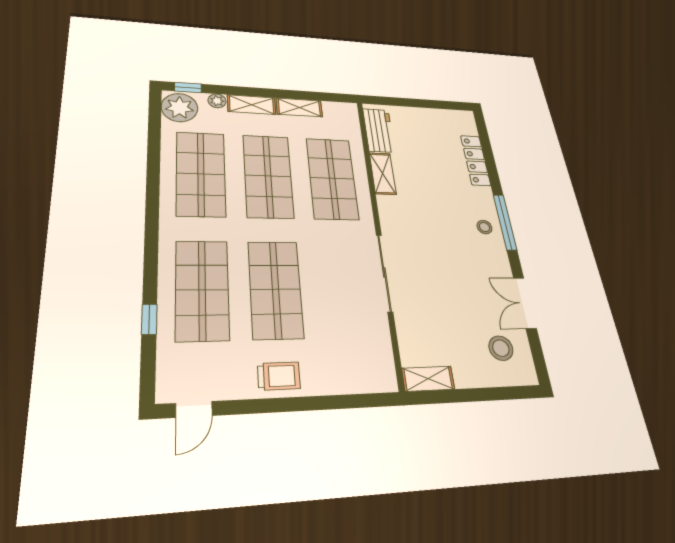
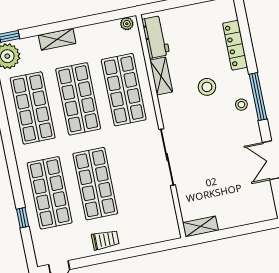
plant: (217, 101) -> (127, 24), moved
shelving: (299, 107) -> (93, 32), removed
stool: (501, 348) -> (207, 87), moved

